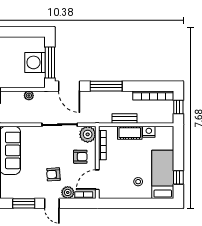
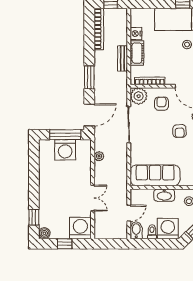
window: (106, 86) -> (89, 77), width x0.69

